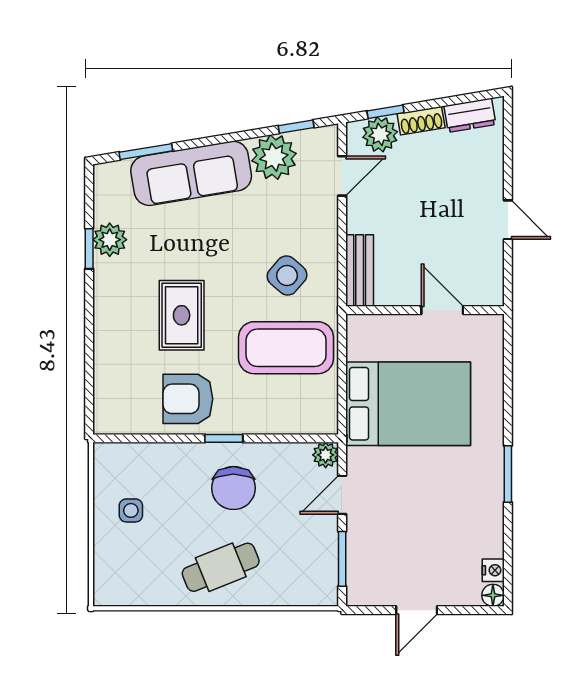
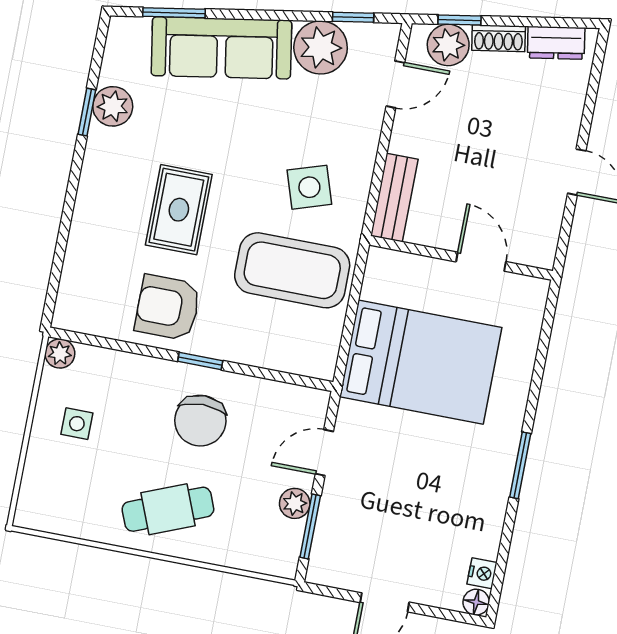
side table: (287, 276) -> (309, 187), turned 31
plant: (105, 455) -> (60, 353), added
plant: (326, 455) -> (295, 503), moved

